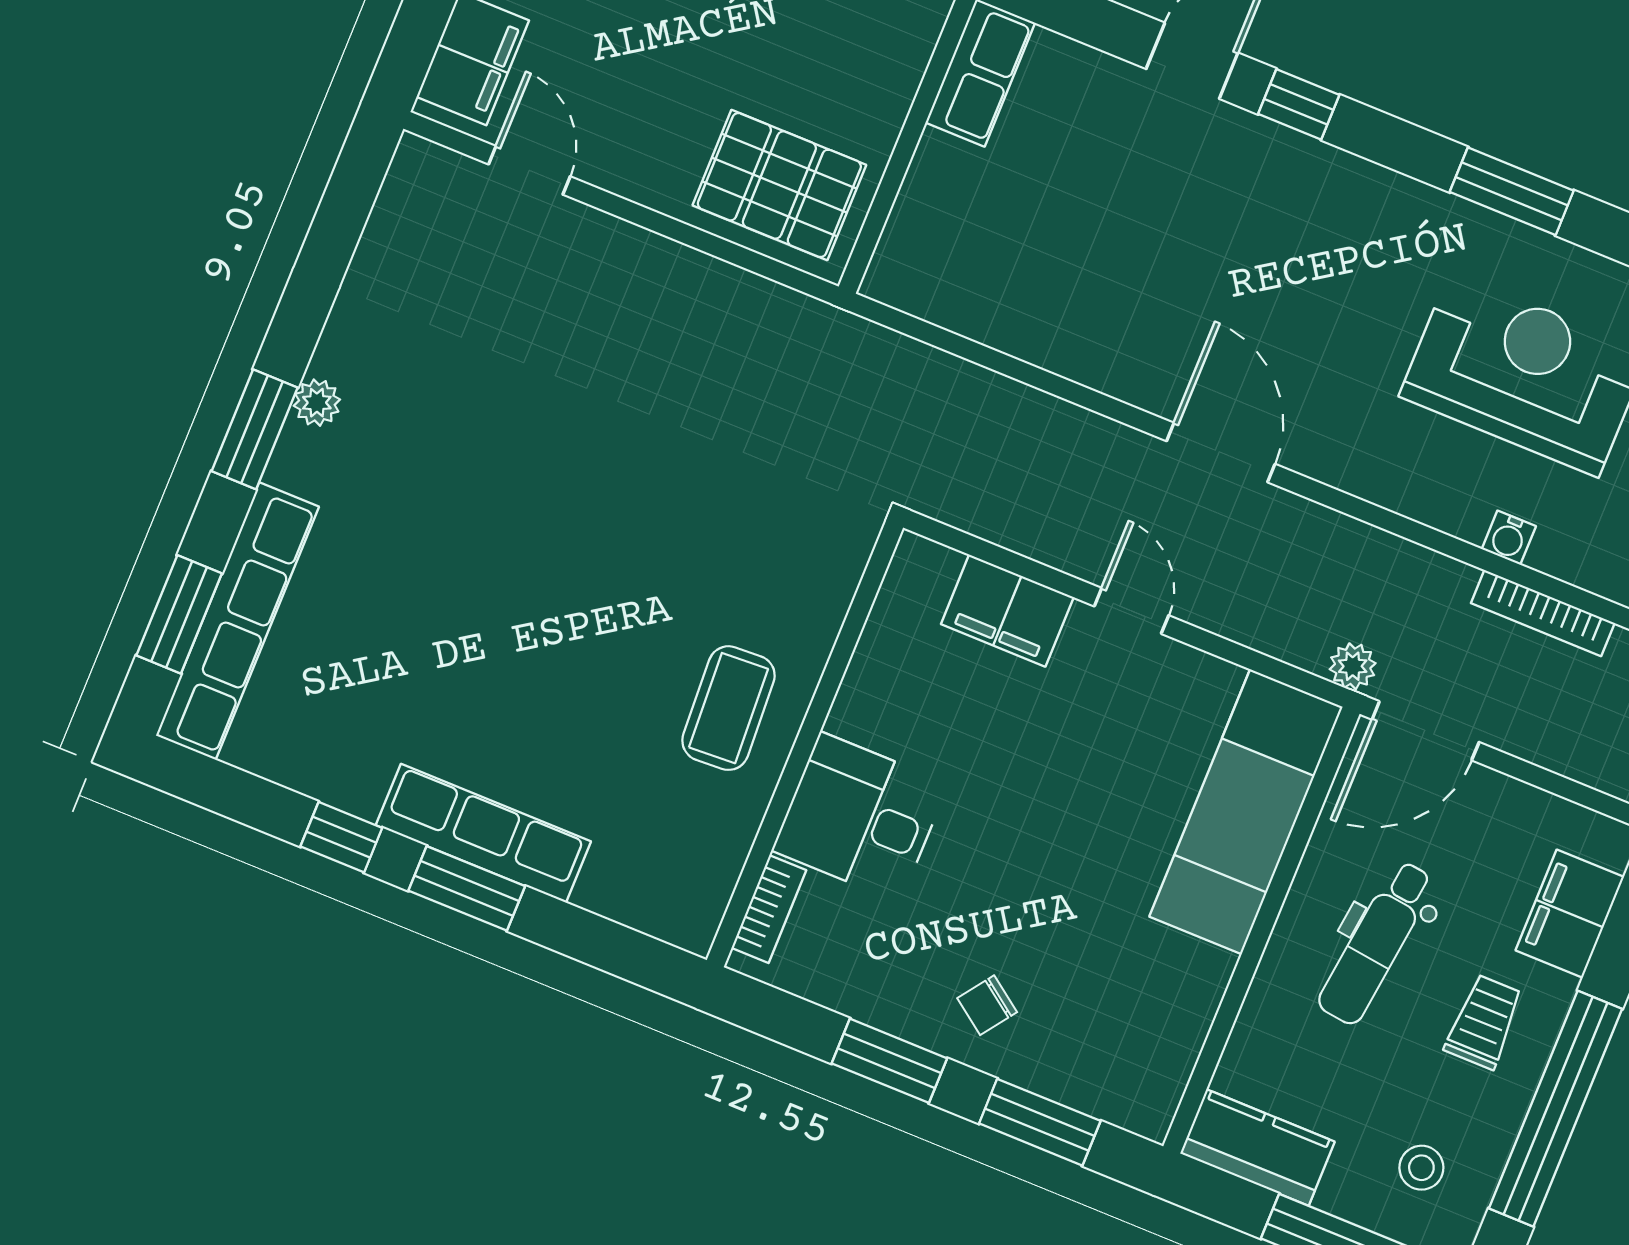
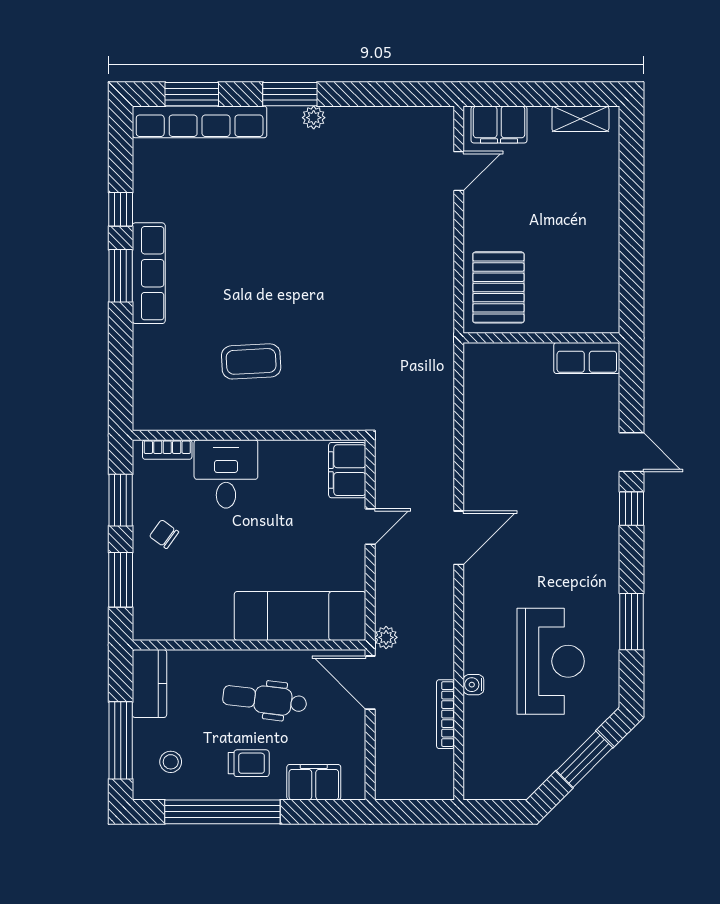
wall: (805, 744) -> (249, 435), moved
desk: (860, 817) -> (226, 474), moved
bookcase: (769, 909) -> (167, 450), moved

